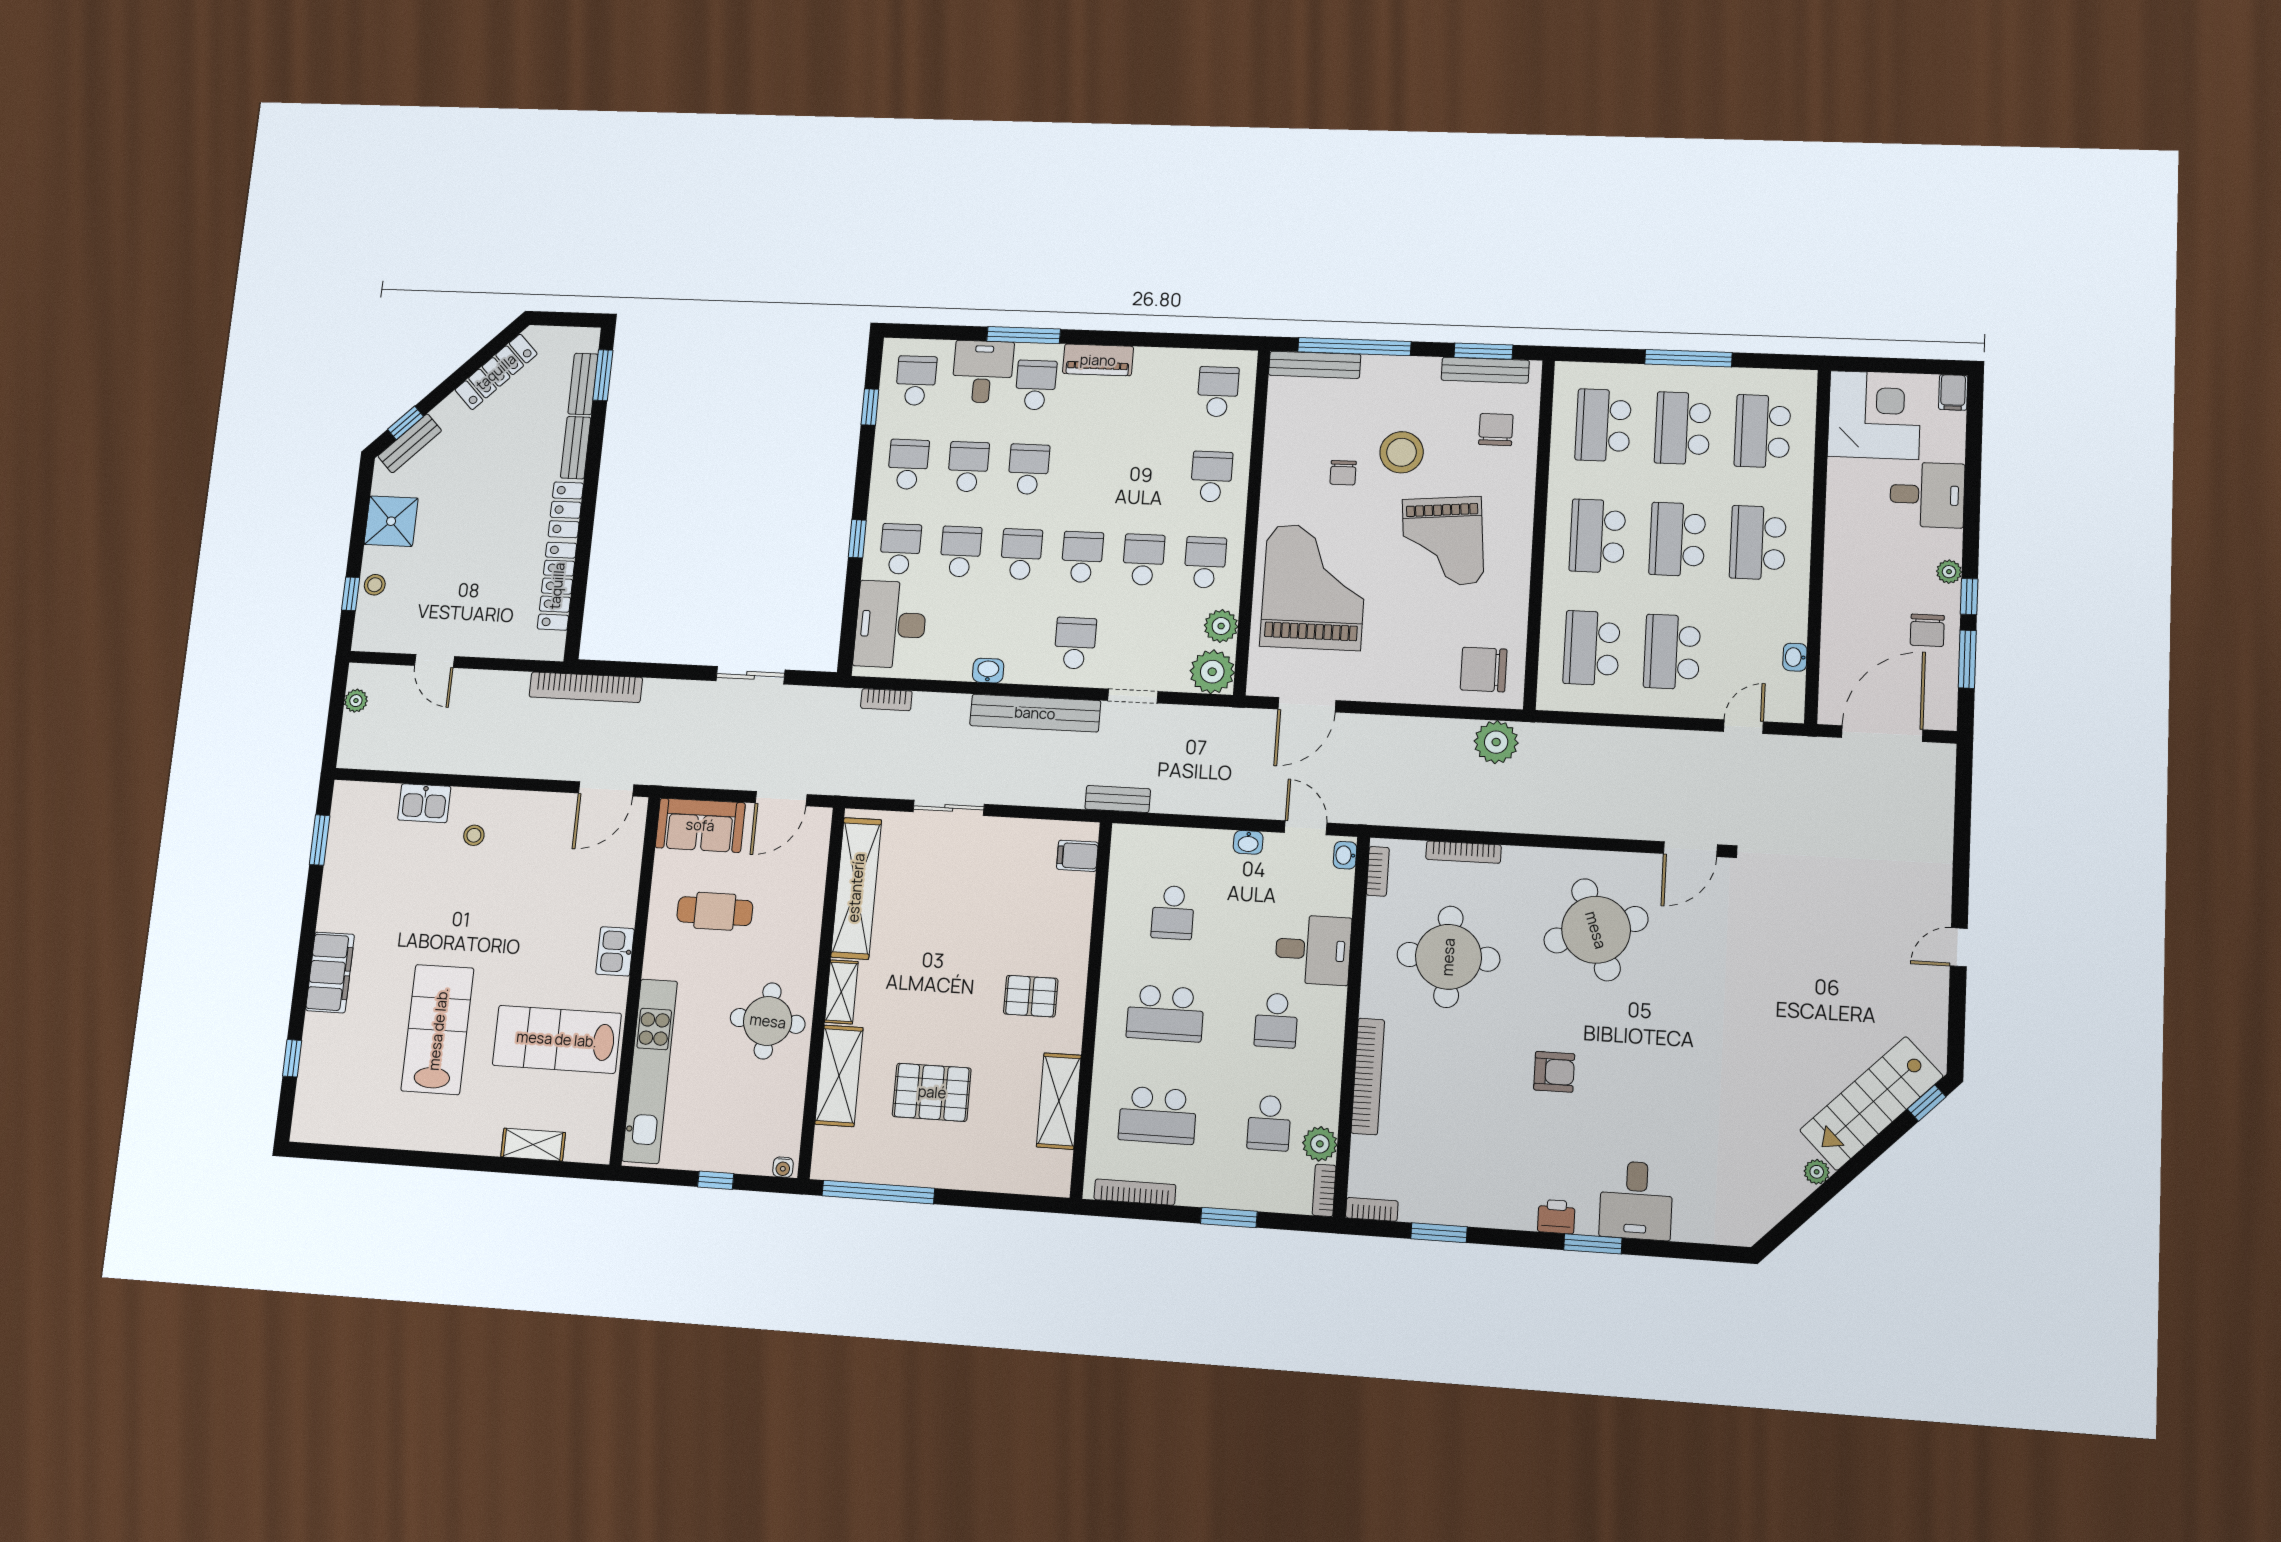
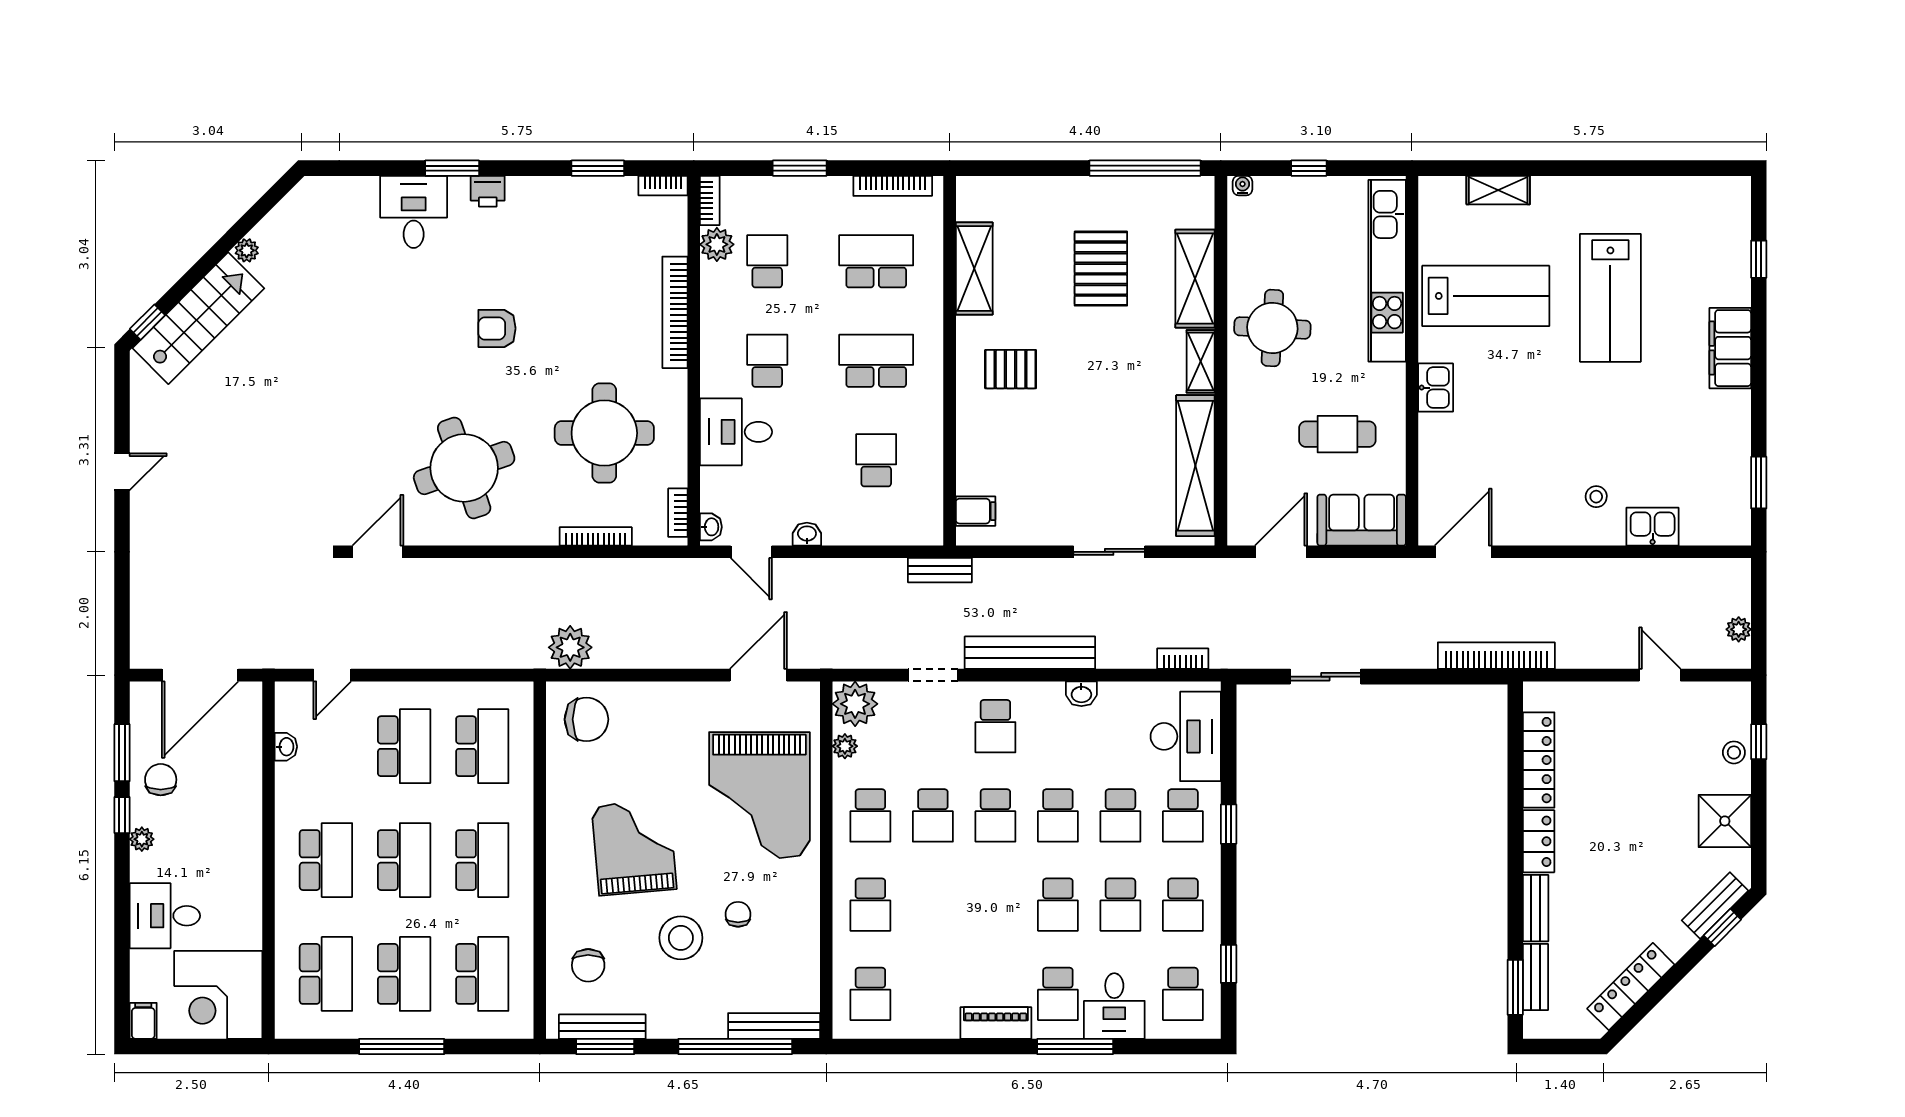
plant: (1221, 626) -> (845, 746), width x0.73, depth x0.73
pallet: (932, 1092) -> (1101, 269), turned 90

